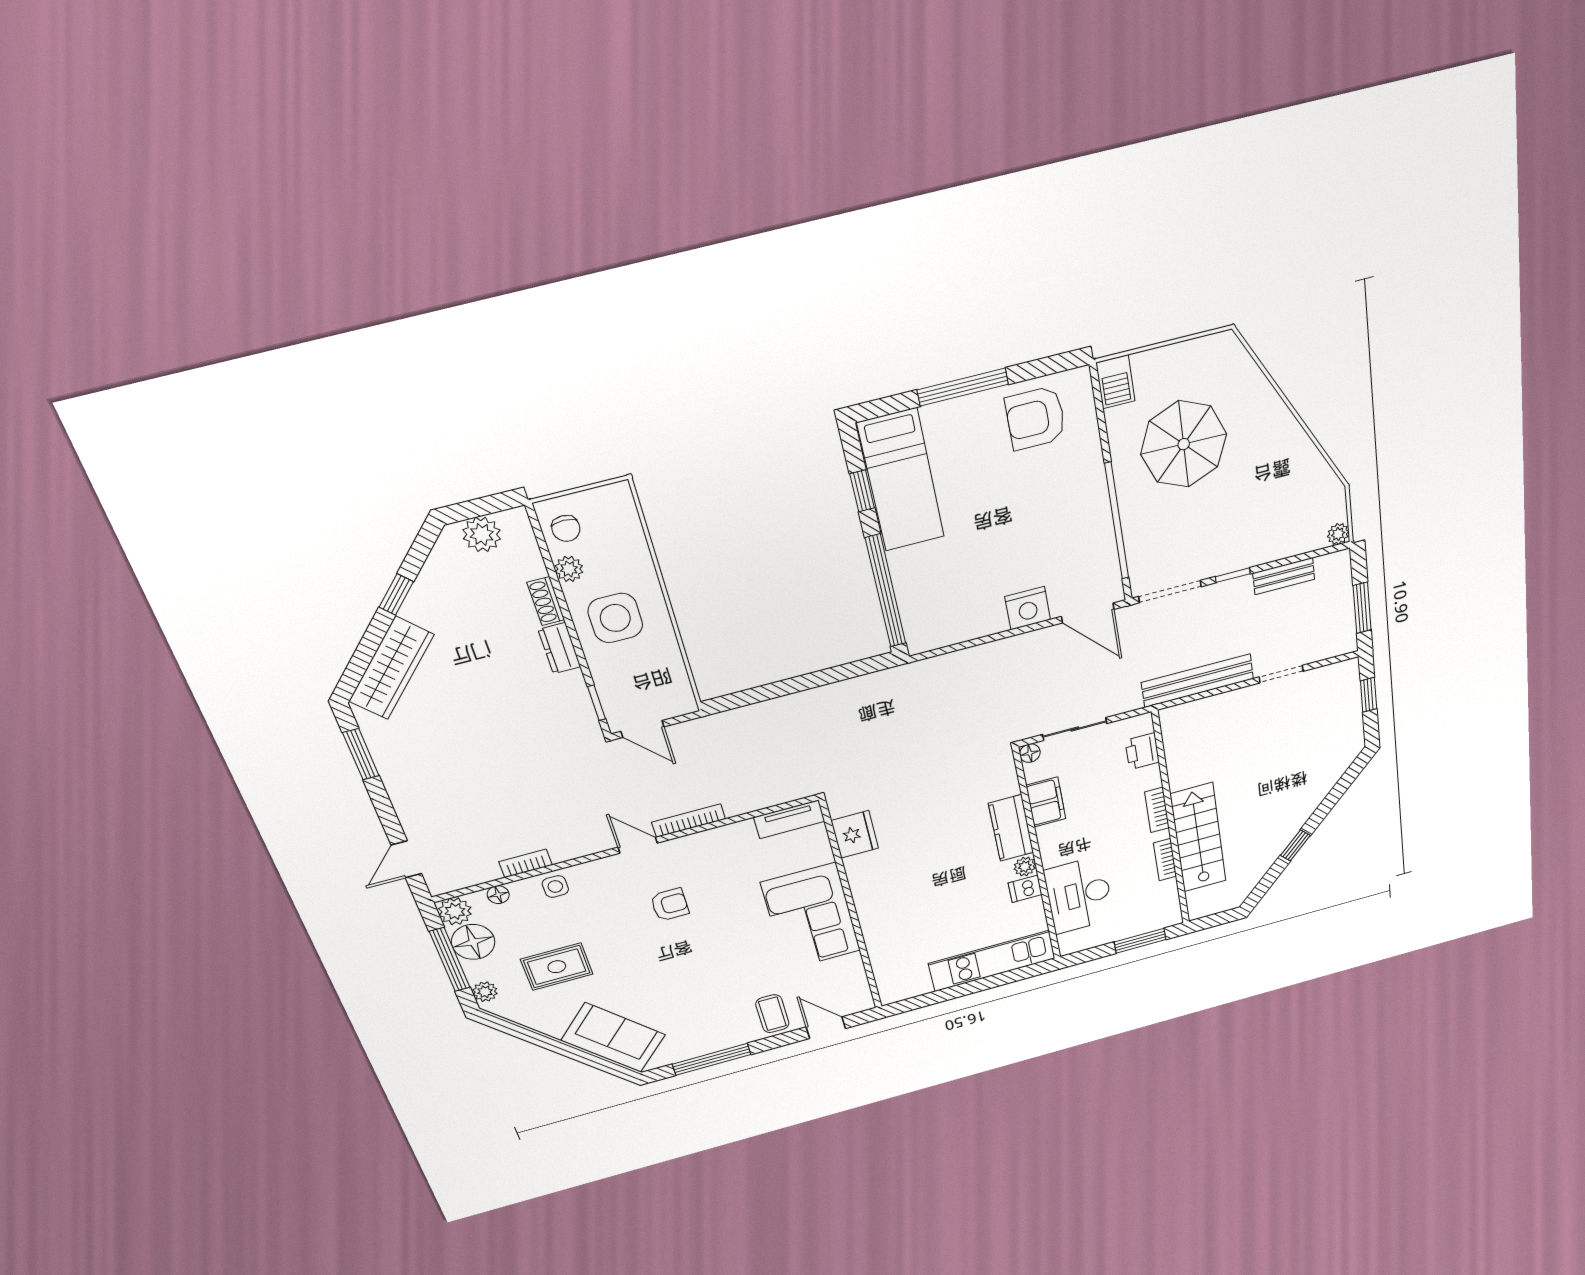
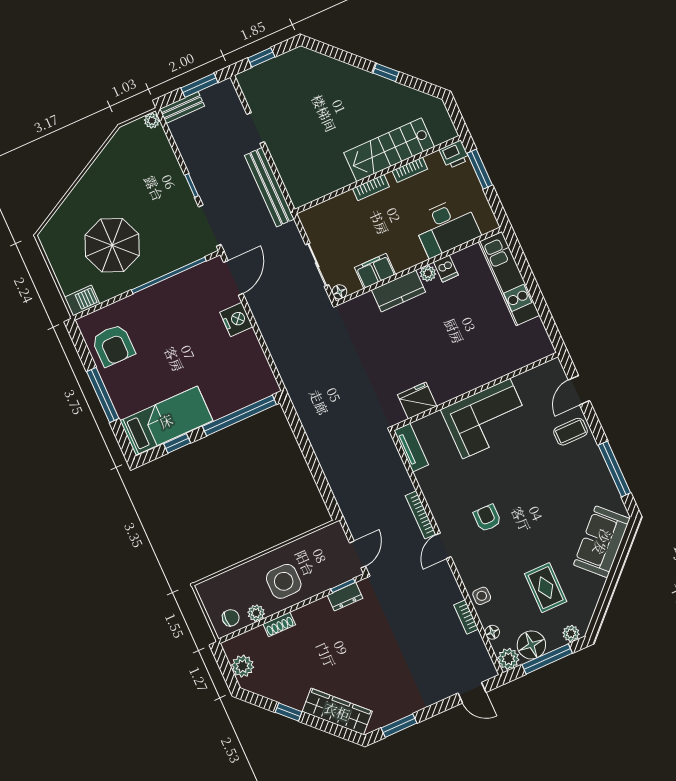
bench: (1284, 576) -> (182, 108), moved, turned 90
dresser: (559, 648) -> (345, 597), moved
printer: (1142, 751) -> (454, 155), moved

